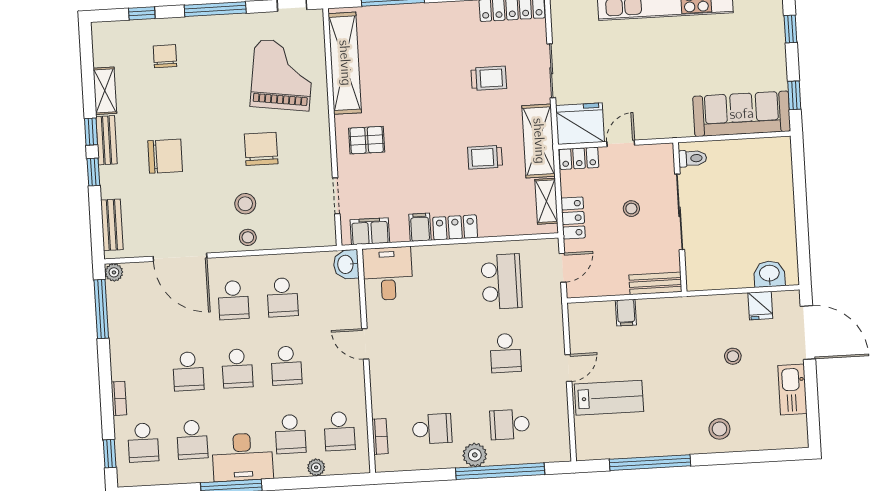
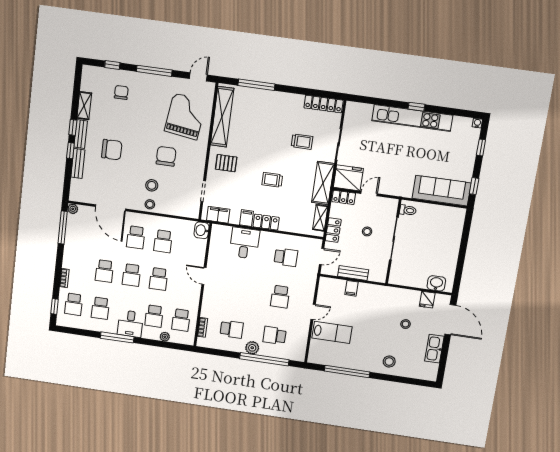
trolley: (485, 157) -> (272, 180), moved
bench: (112, 225) -> (78, 164), moved
desk: (388, 274) -> (244, 243), moved
school desk: (501, 282) -> (286, 257), width x0.54
bench: (655, 283) -> (353, 273), moved
desk: (243, 457) -> (130, 324), width x0.73

